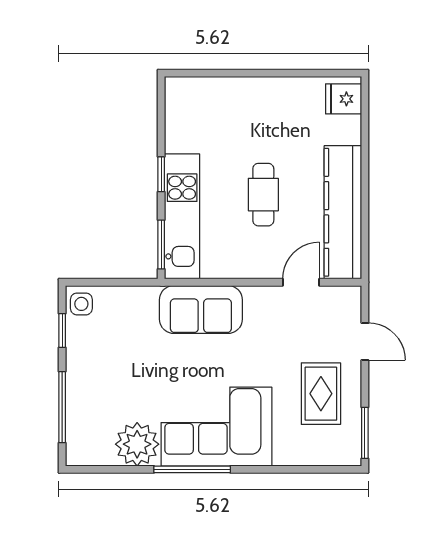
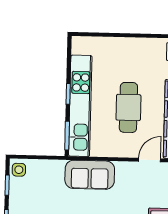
cafe table: (263, 195) -> (128, 107), width x1.37, depth x1.35
kitchen unit: (182, 216) -> (80, 106), width x1.36

